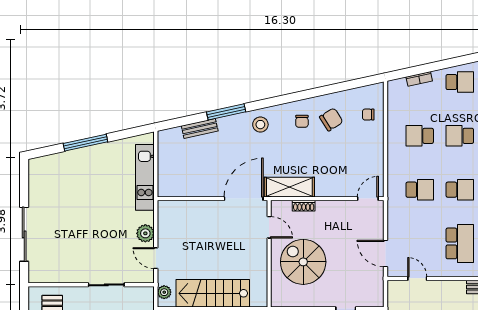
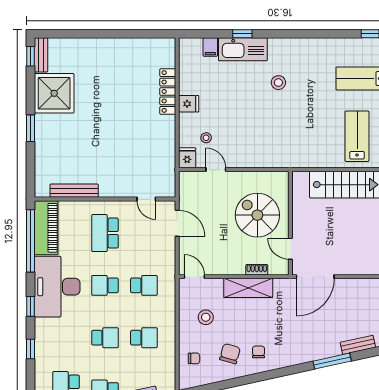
chair: (331, 119) -> (230, 354), turned 138
stool: (260, 125) -> (206, 317), moved
shelving: (289, 187) -> (248, 288), moved
school desk: (420, 190) -> (144, 285), turned 180
door: (368, 199) -> (194, 277), swing flipped
spiral stairs: (303, 262) -> (257, 215), turned 180

